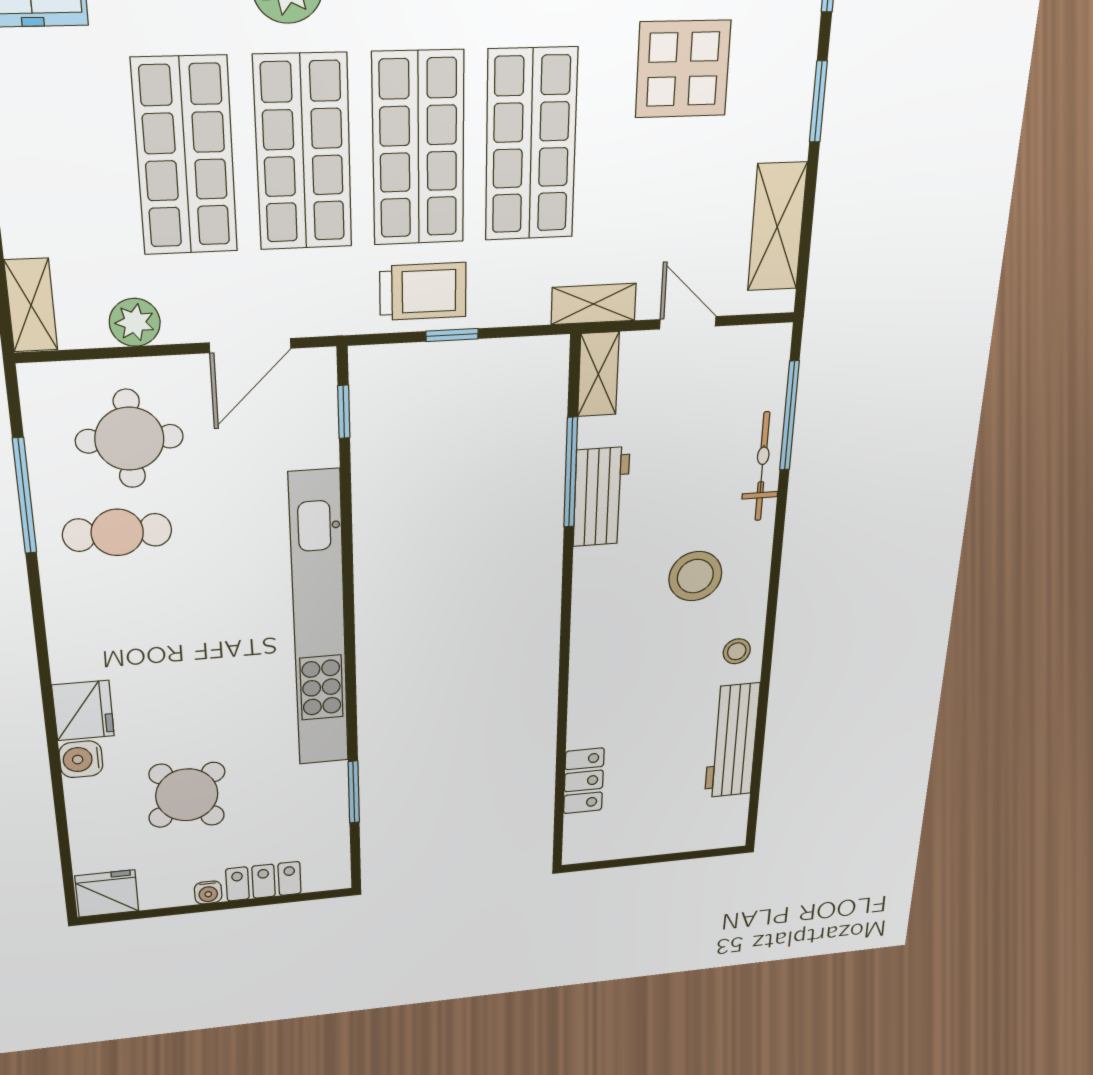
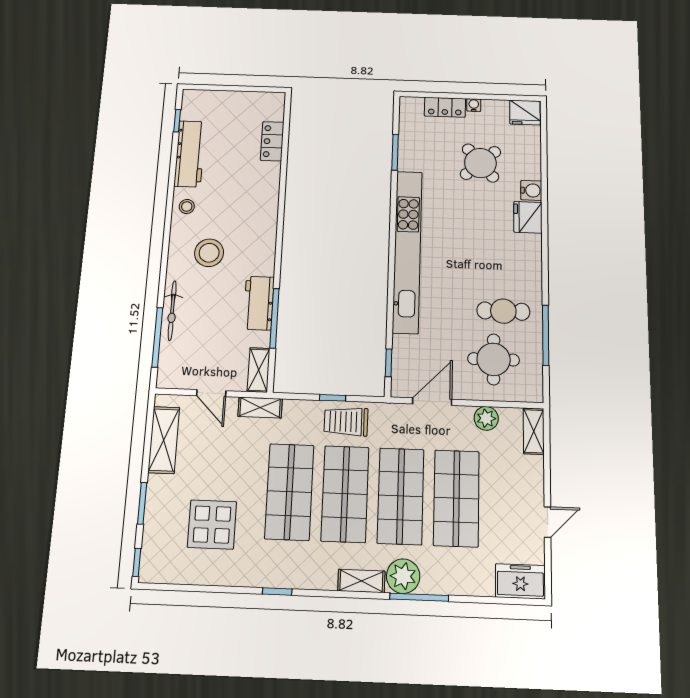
window: (755, 792) -> (177, 121), added

